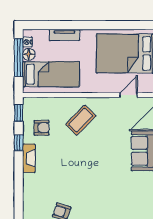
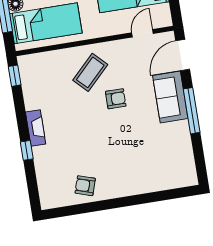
armchair: (42, 128) -> (116, 99), moved
window: (19, 143) -> (27, 150), moved

